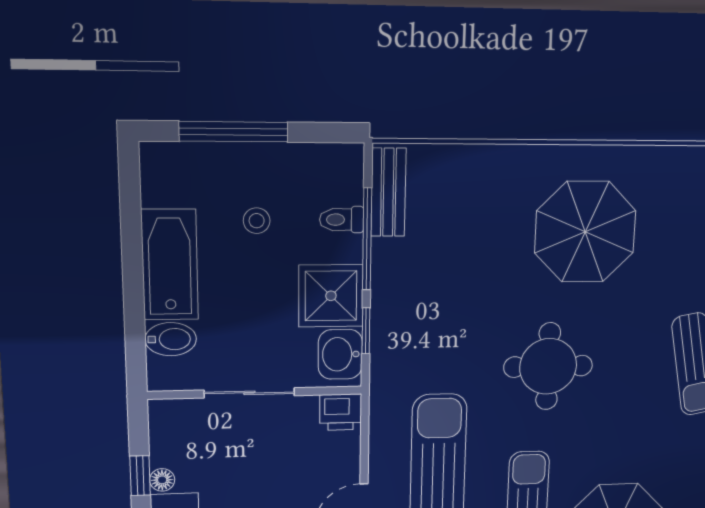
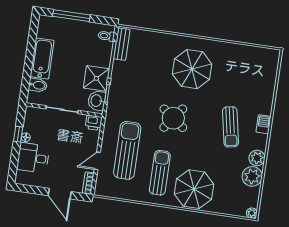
toilet: (342, 220) -> (106, 36), moved
stool: (257, 221) -> (74, 47), removed
round table: (548, 366) -> (173, 118), turned 37

